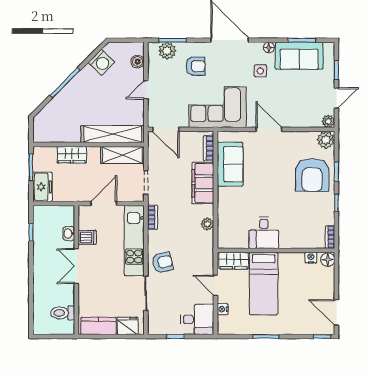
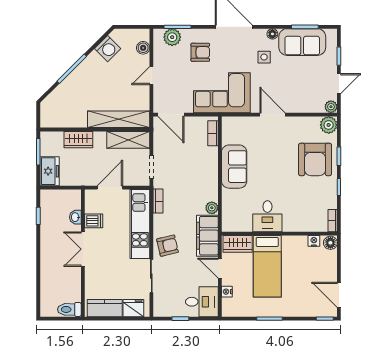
sofa: (230, 164) -> (234, 167), moved
filing cabinet: (203, 183) -> (207, 236), moved
toilet: (63, 313) -> (69, 309), moved

